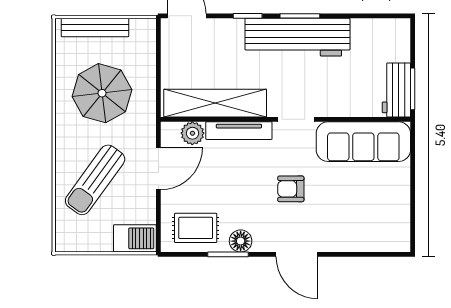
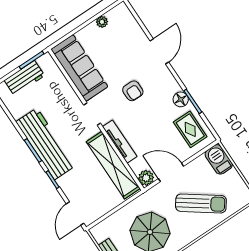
workbench: (396, 90) -> (24, 78), moved
plant: (192, 133) -> (146, 178), moved
plant: (402, 208) -> (102, 22), added
door: (297, 254) -> (159, 51), moved

